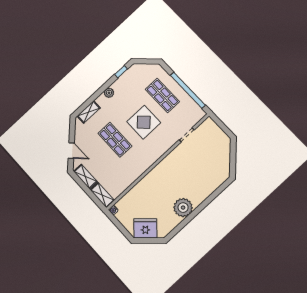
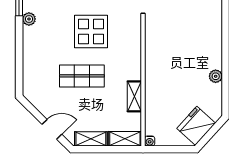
plant: (109, 93) -> (29, 19), moved
shelving: (89, 112) -> (134, 96), moved
plant: (183, 208) -> (216, 76), width x0.53, depth x0.53

